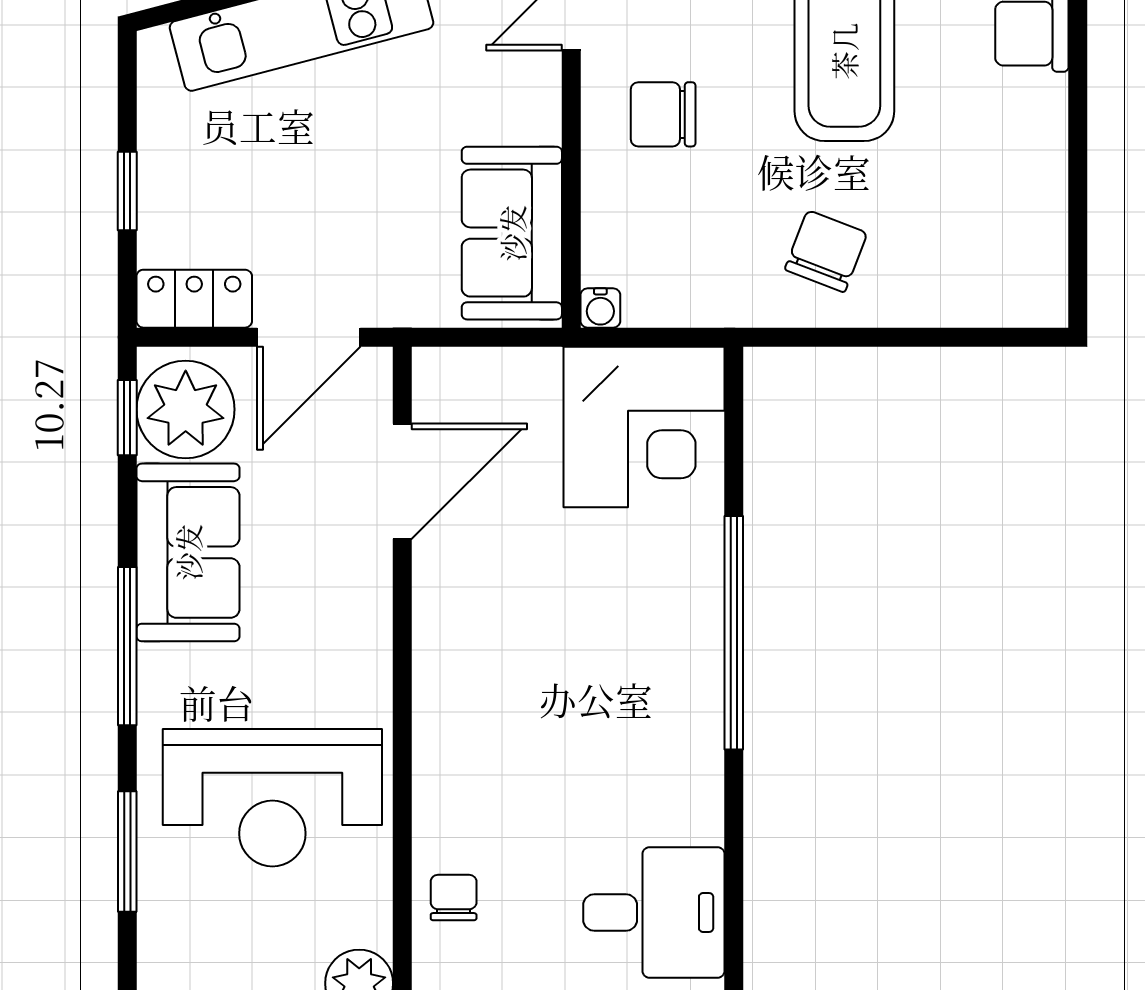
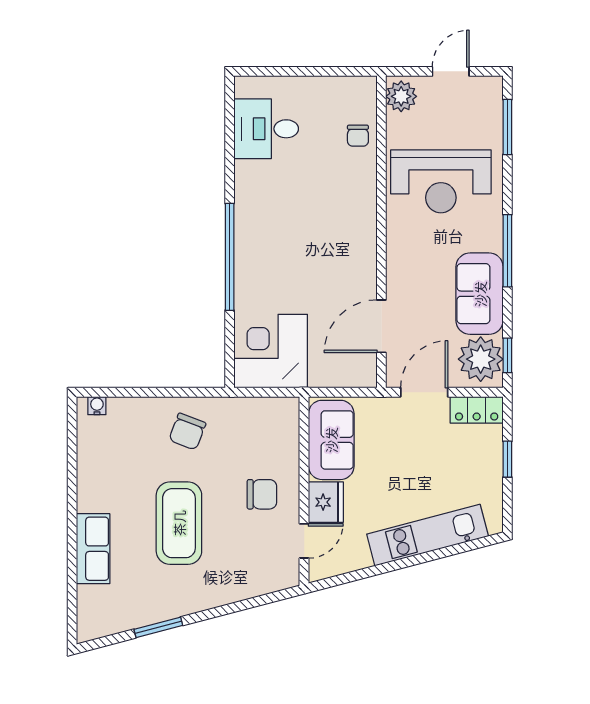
fridge: (524, 97) -> (326, 502), added
water cooler: (600, 308) -> (97, 406), moved
reception desk: (272, 798) -> (441, 181), turned 180
window: (127, 852) -> (507, 127), moved

